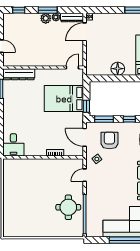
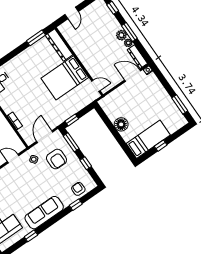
bed: (64, 99) -> (65, 78), moved, turned -90
armchair: (109, 140) -> (56, 159), turned 90

